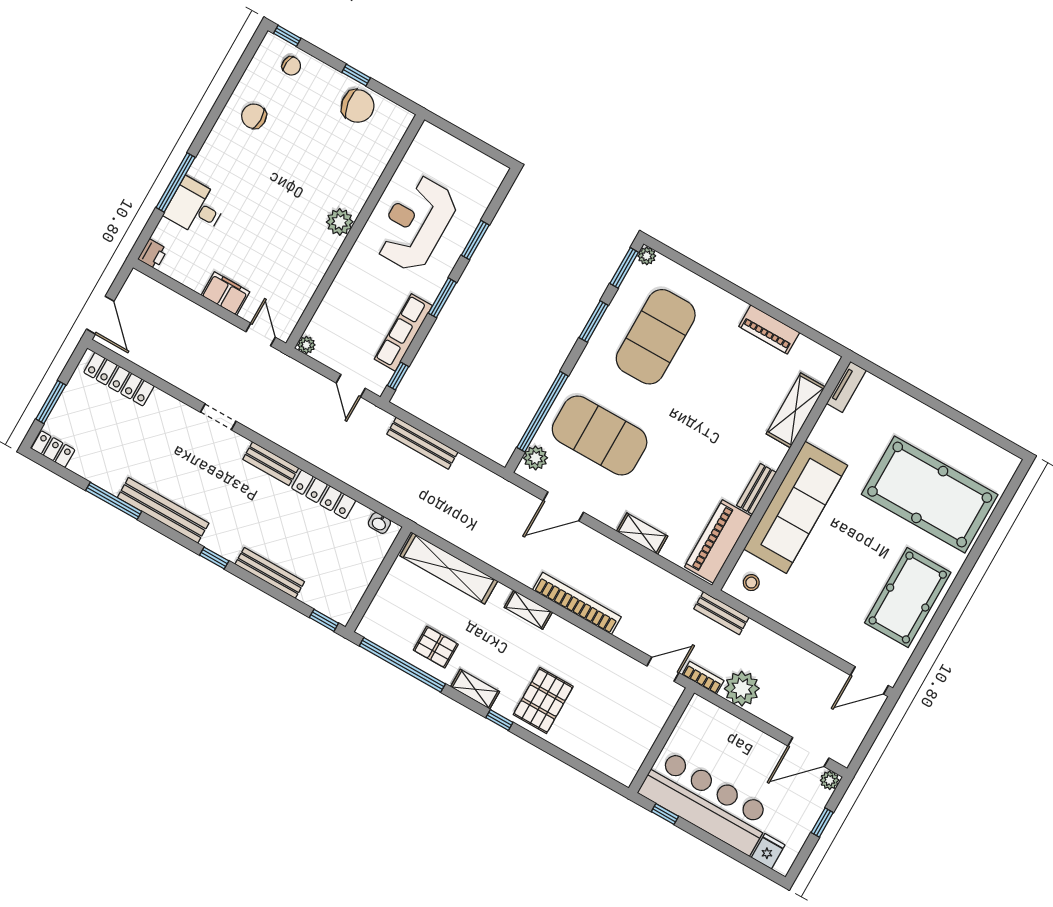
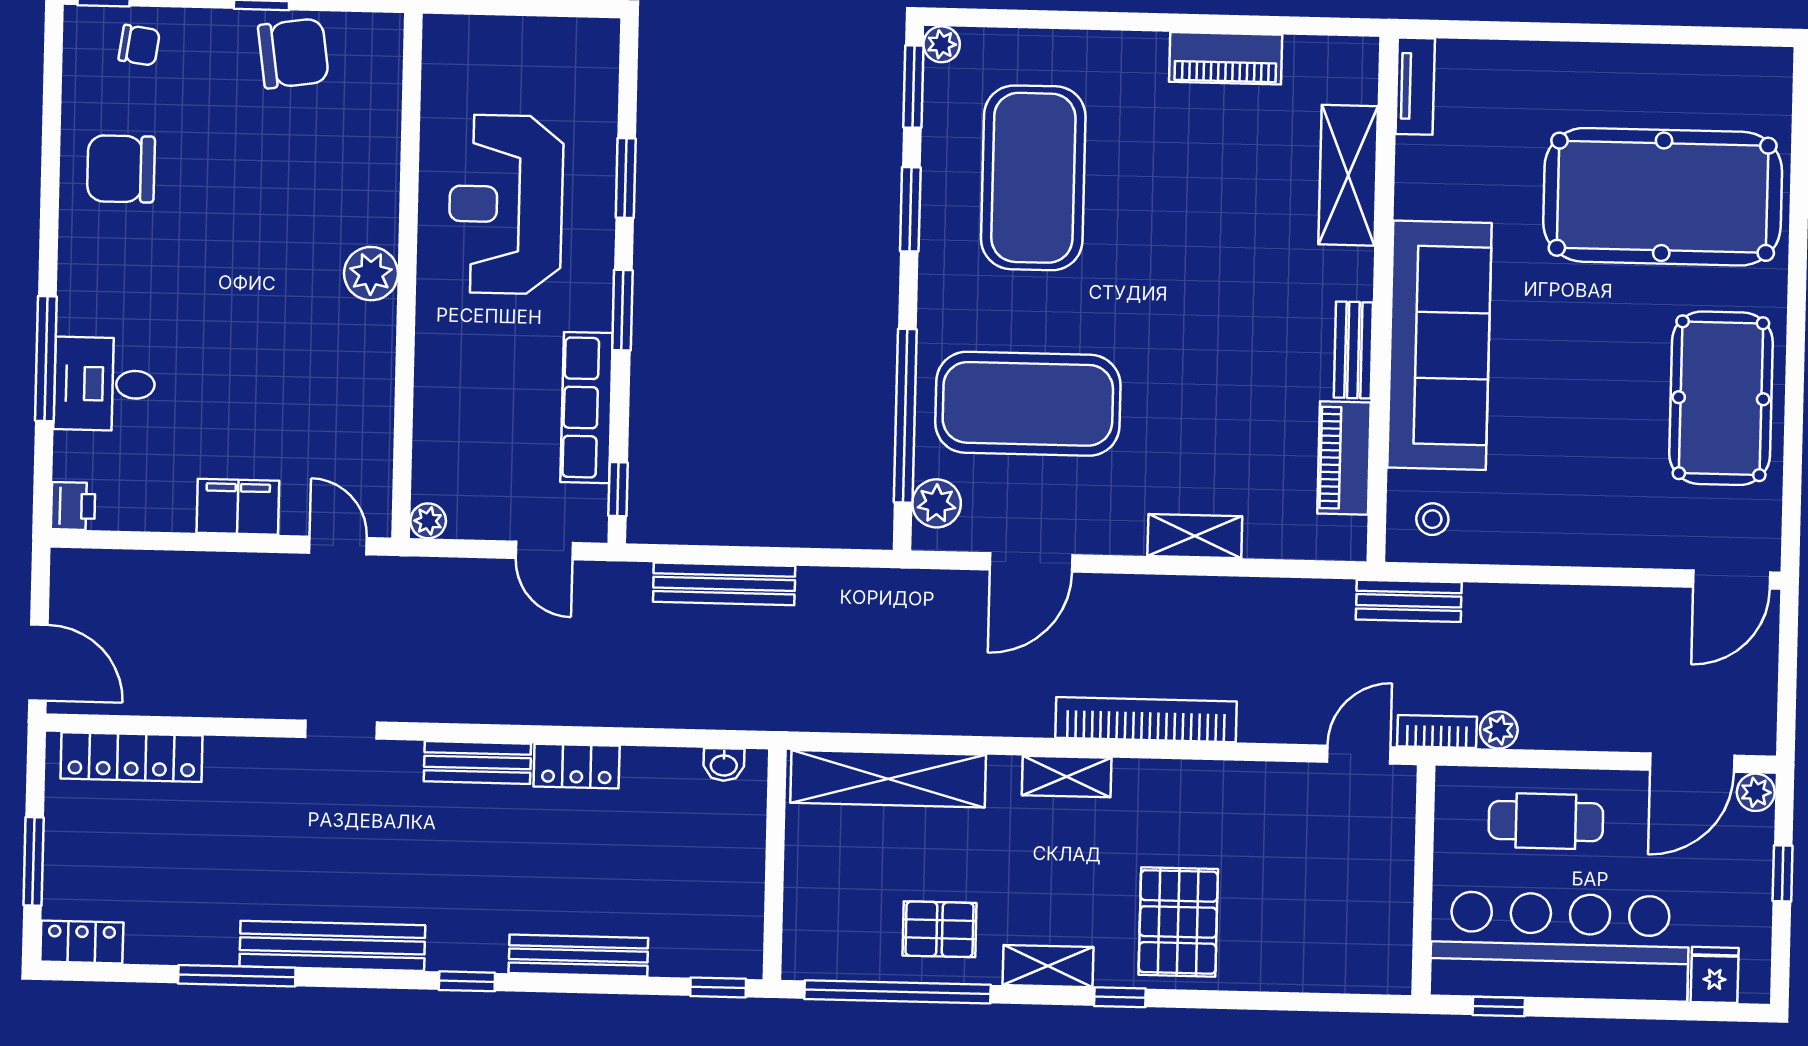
chair: (254, 116) -> (121, 169), width x1.37, depth x1.37
locker: (324, 494) -> (577, 766), width x0.66
piano: (718, 541) -> (1344, 458), width x0.73, depth x0.75
plant: (742, 689) -> (1499, 730), width x0.53, depth x0.53
cafe table: (730, 743) -> (1546, 821), added

